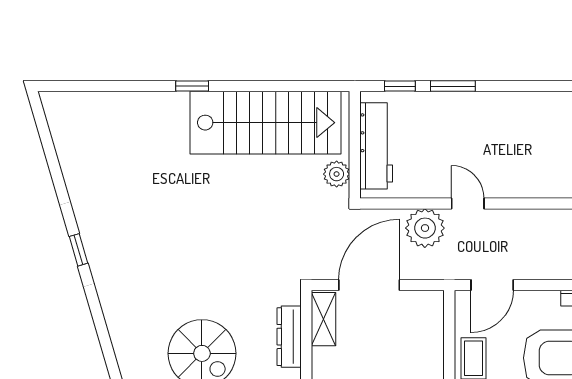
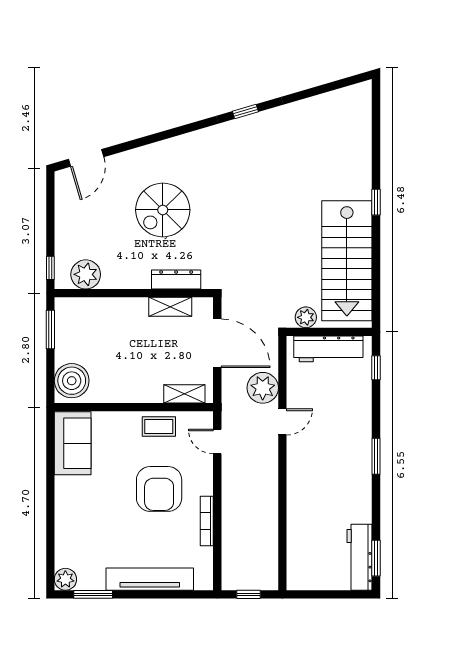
window: (453, 86) -> (376, 456), moved
door: (492, 285) -> (217, 441), width x0.73
shelving: (323, 319) -> (170, 307), moved
shelving: (432, 326) -> (184, 394), added

